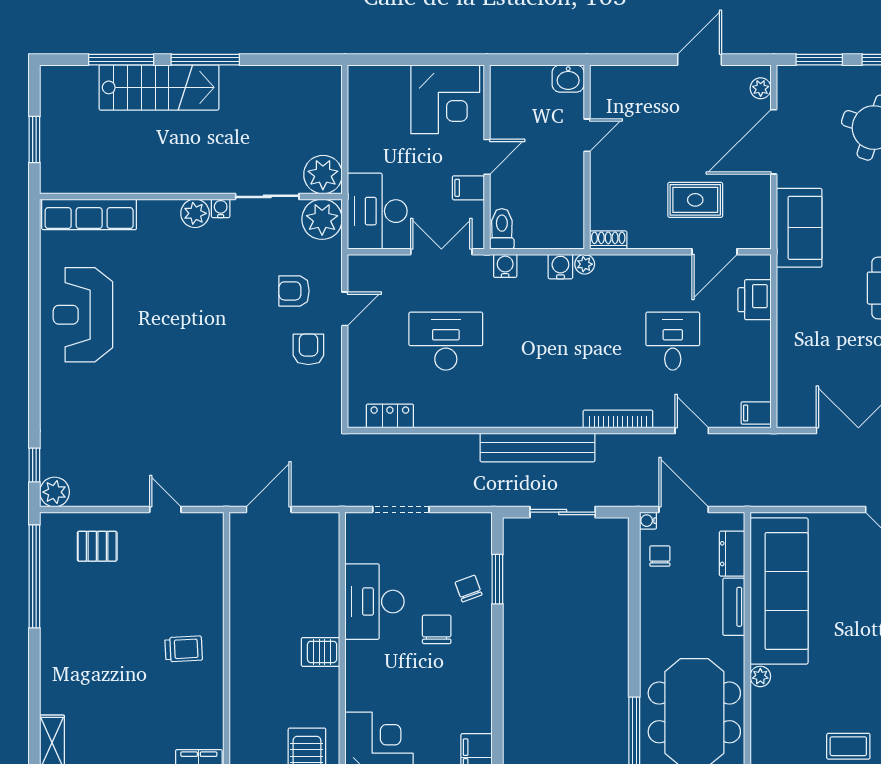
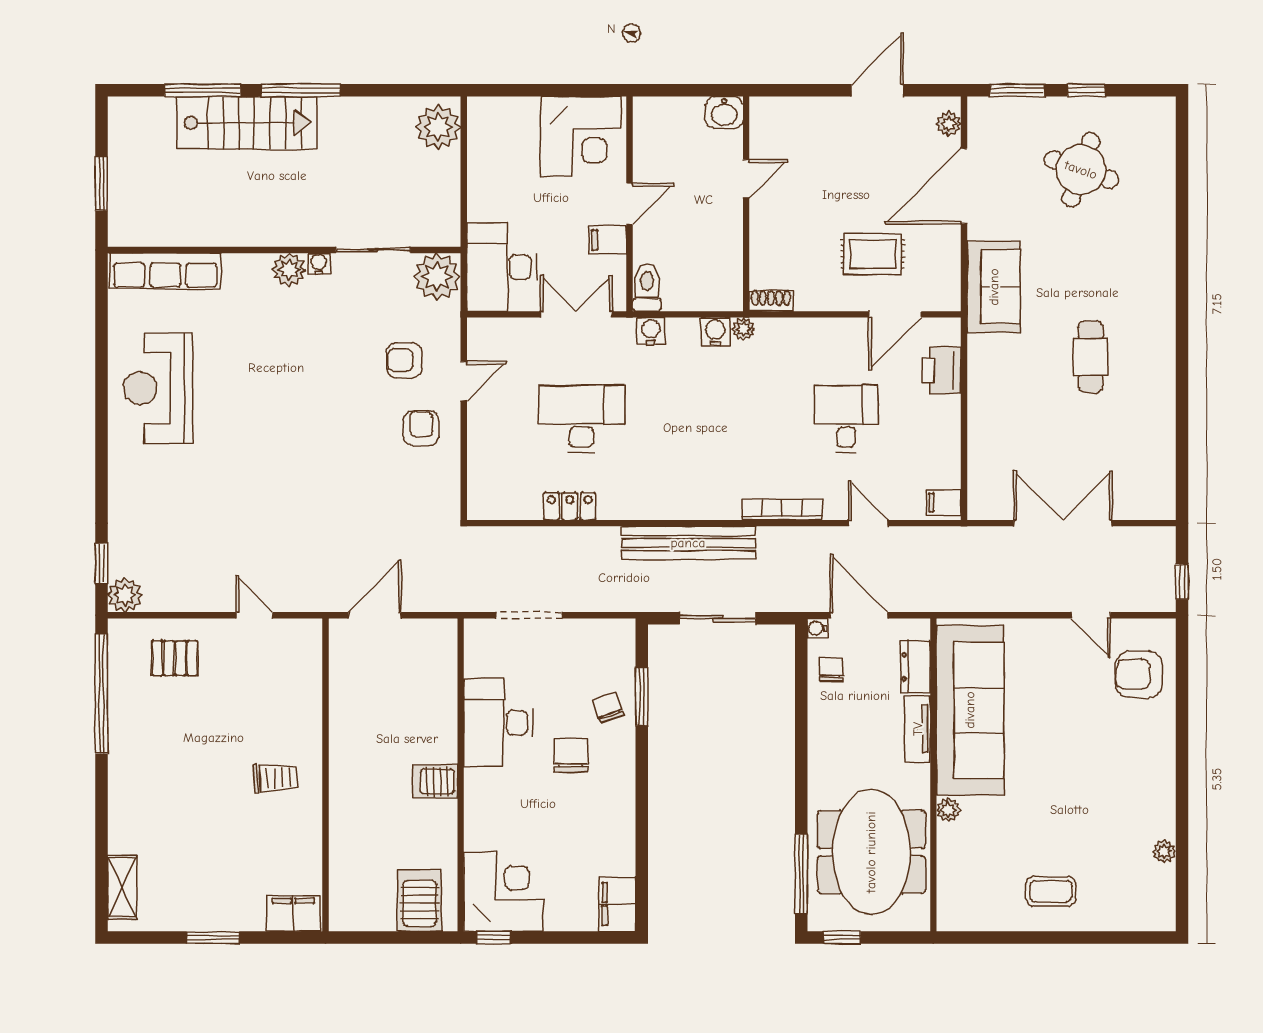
plant: (323, 175) -> (438, 127), moved
locker: (390, 416) -> (570, 506), moved

